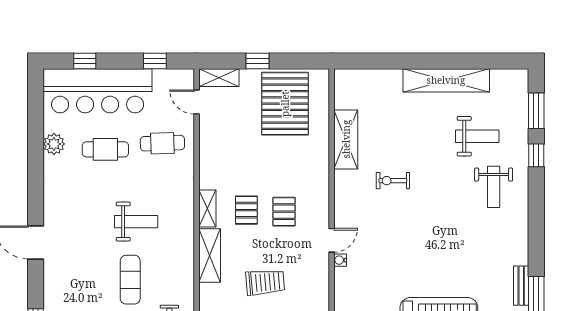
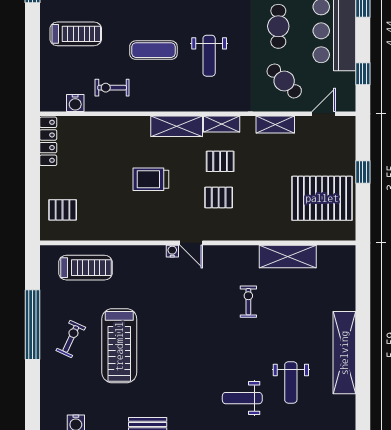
shelving: (219, 78) -> (275, 125), moved, turned 90
cafe table: (162, 143) -> (284, 81), turned -43
trolley: (265, 282) -> (151, 179), turned 95

